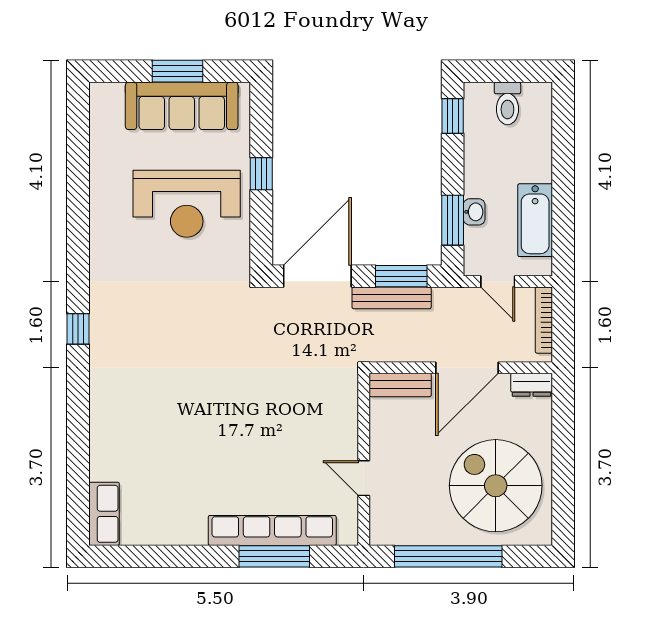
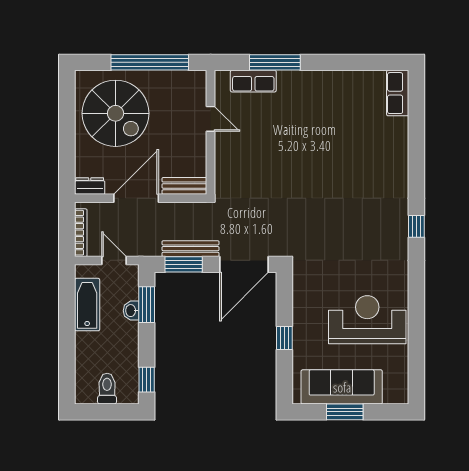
reception desk: (187, 204) -> (367, 320), moved
row of seats: (272, 530) -> (253, 81), width x0.50

